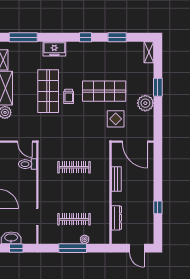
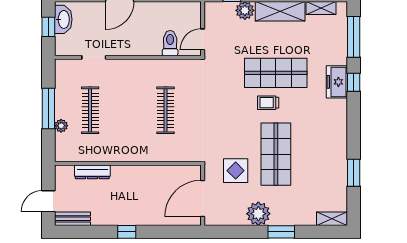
window: (86, 37) -> (354, 82), moved
bench: (116, 179) -> (72, 219), moved
window: (158, 207) -> (127, 232), moved

